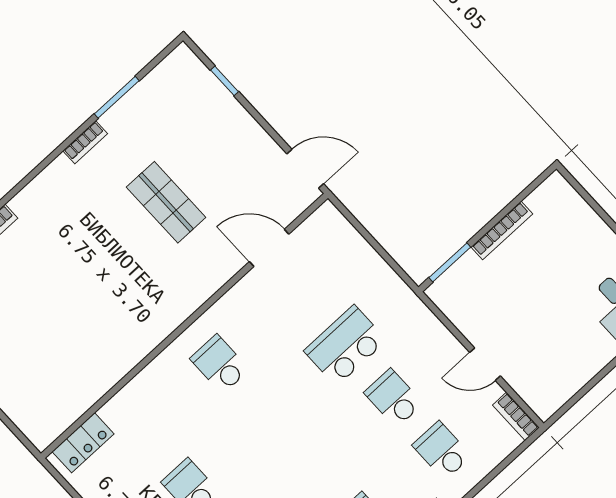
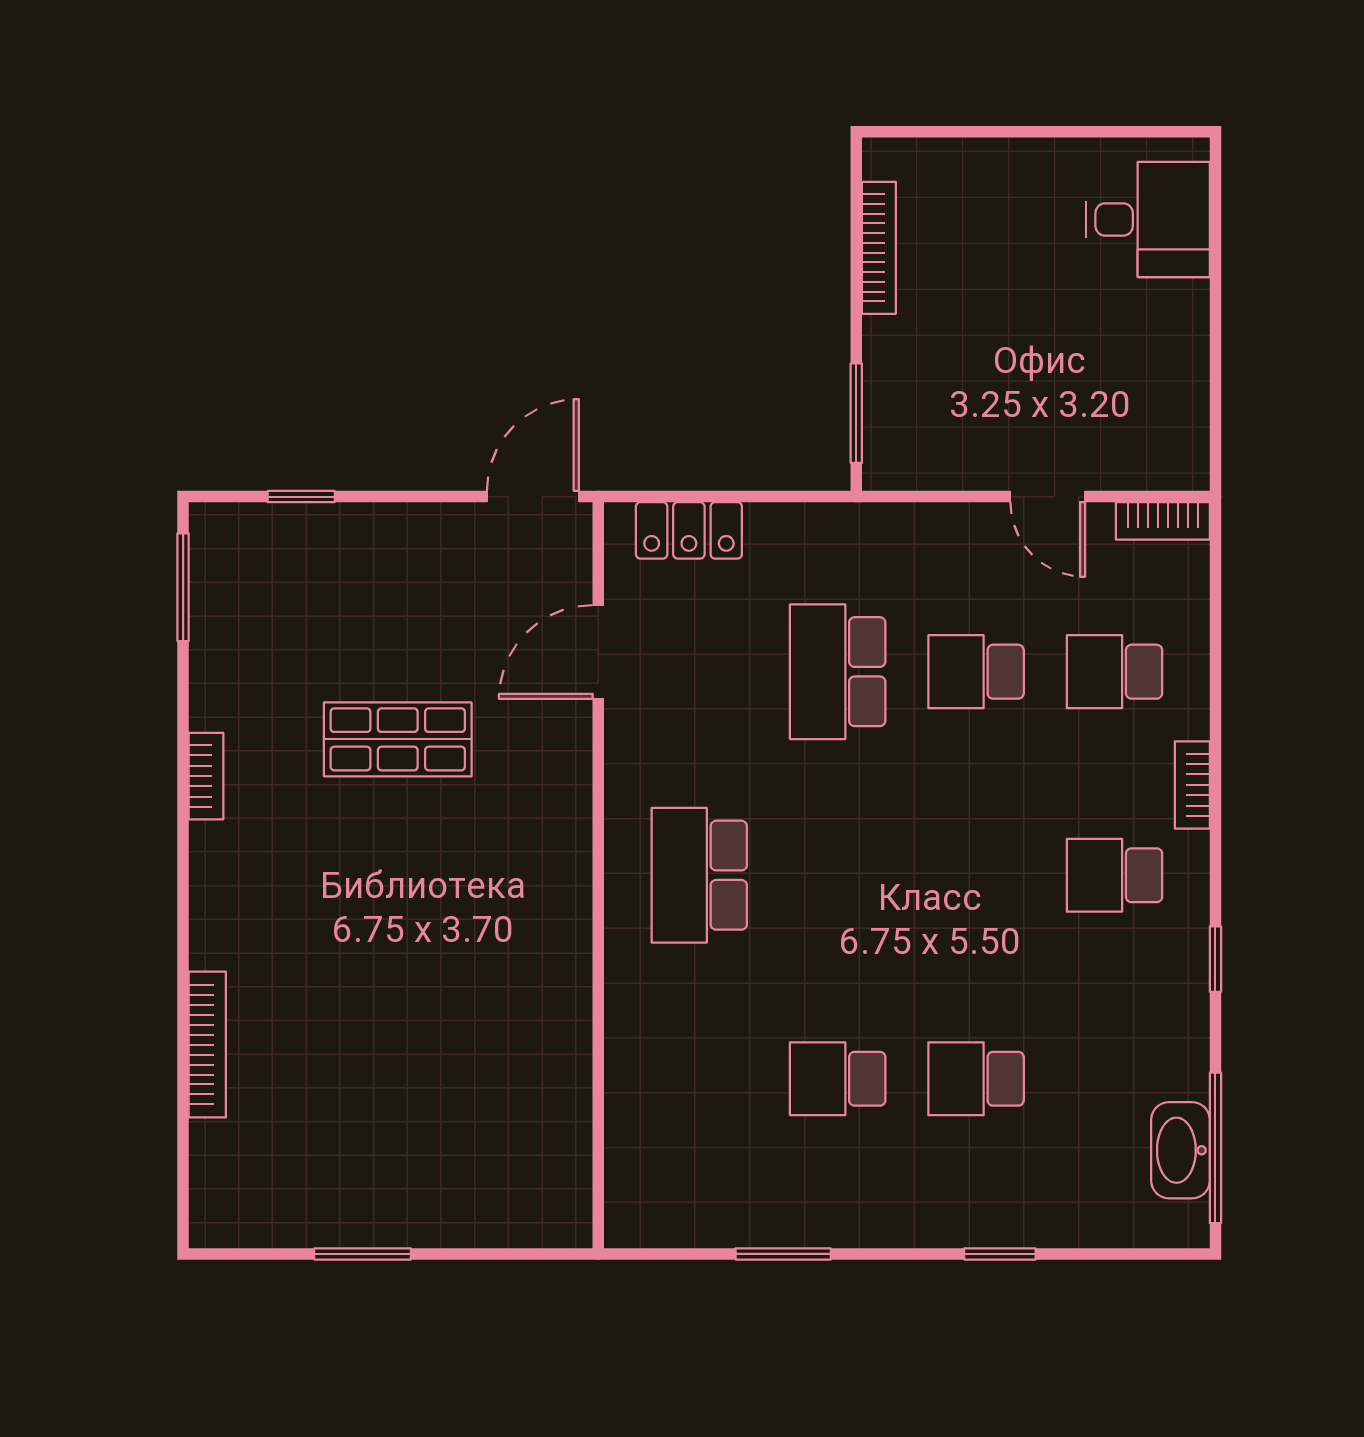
window: (117, 97) -> (183, 587), moved
bookcase: (502, 230) -> (879, 248), moved
school desk: (220, 364) -> (699, 875), width x1.85
door: (485, 364) -> (1048, 497), hinge flipped
locker: (83, 443) -> (689, 530), moved, turned 90

